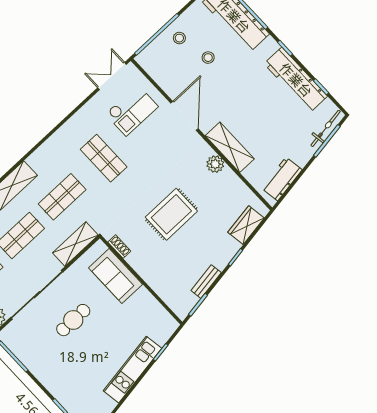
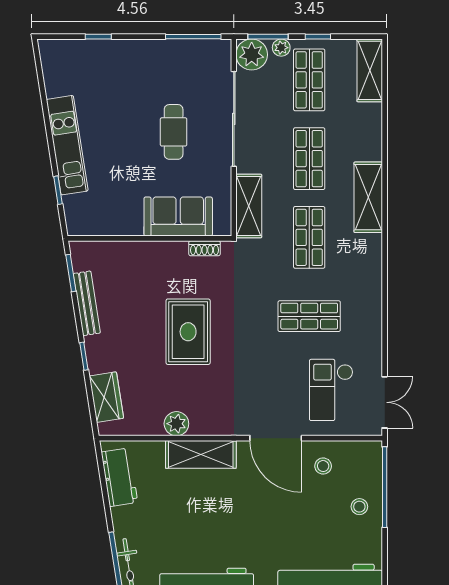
stool: (208, 58) -> (323, 466), moved
plant: (215, 164) -> (176, 424), moved
bench: (206, 282) -> (87, 303), width x1.36

